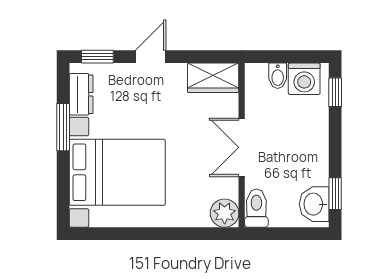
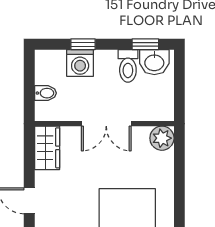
washing machine: (304, 79) -> (80, 63), moved, turned 90
window: (335, 92) -> (83, 44), moved
toilet: (256, 208) -> (128, 66), moved, turned -90

